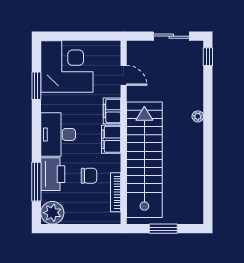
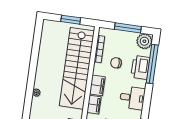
desk: (58, 134) -> (132, 98), width x0.73
window: (36, 182) -> (152, 64), width x1.46
window: (79, 229) -> (128, 28), added

